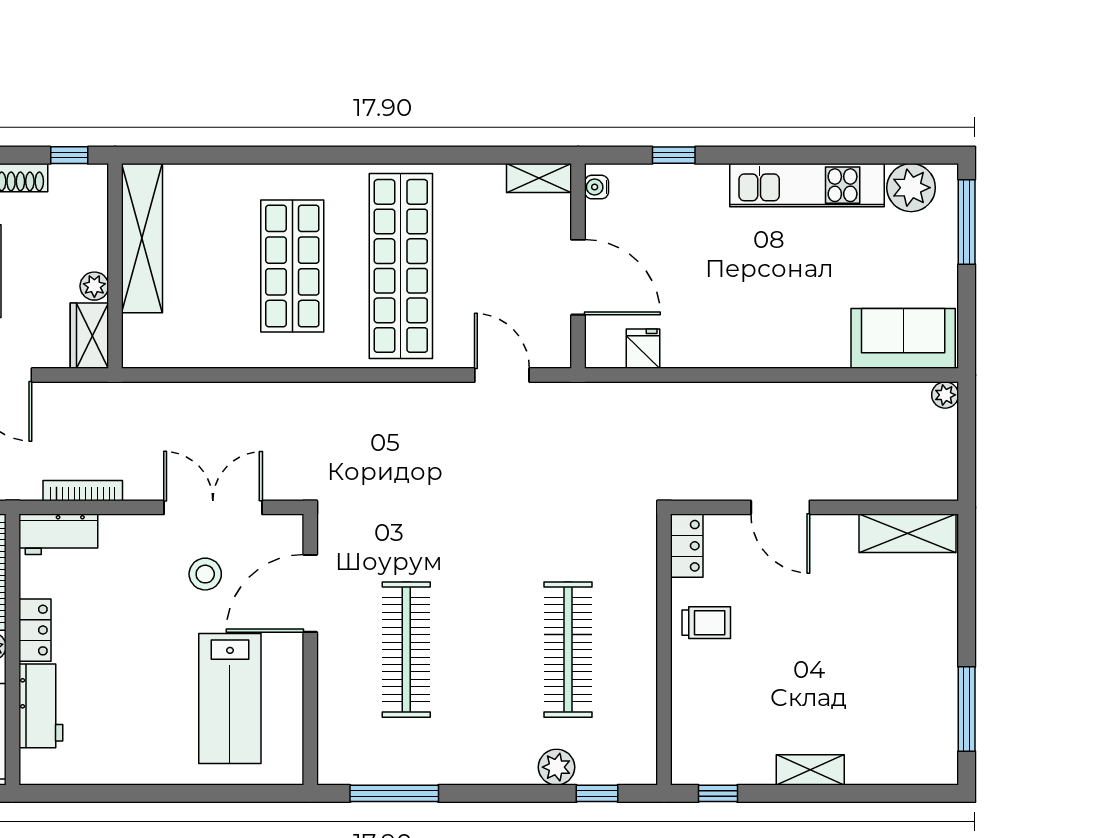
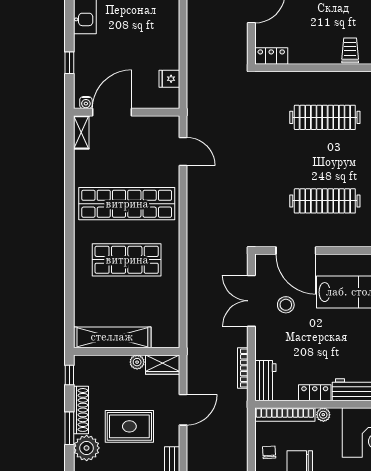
door: (578, 277) -> (112, 112), moved
door: (502, 375) -> (183, 151), swing flipped
trolley: (706, 623) -> (350, 50), moved

